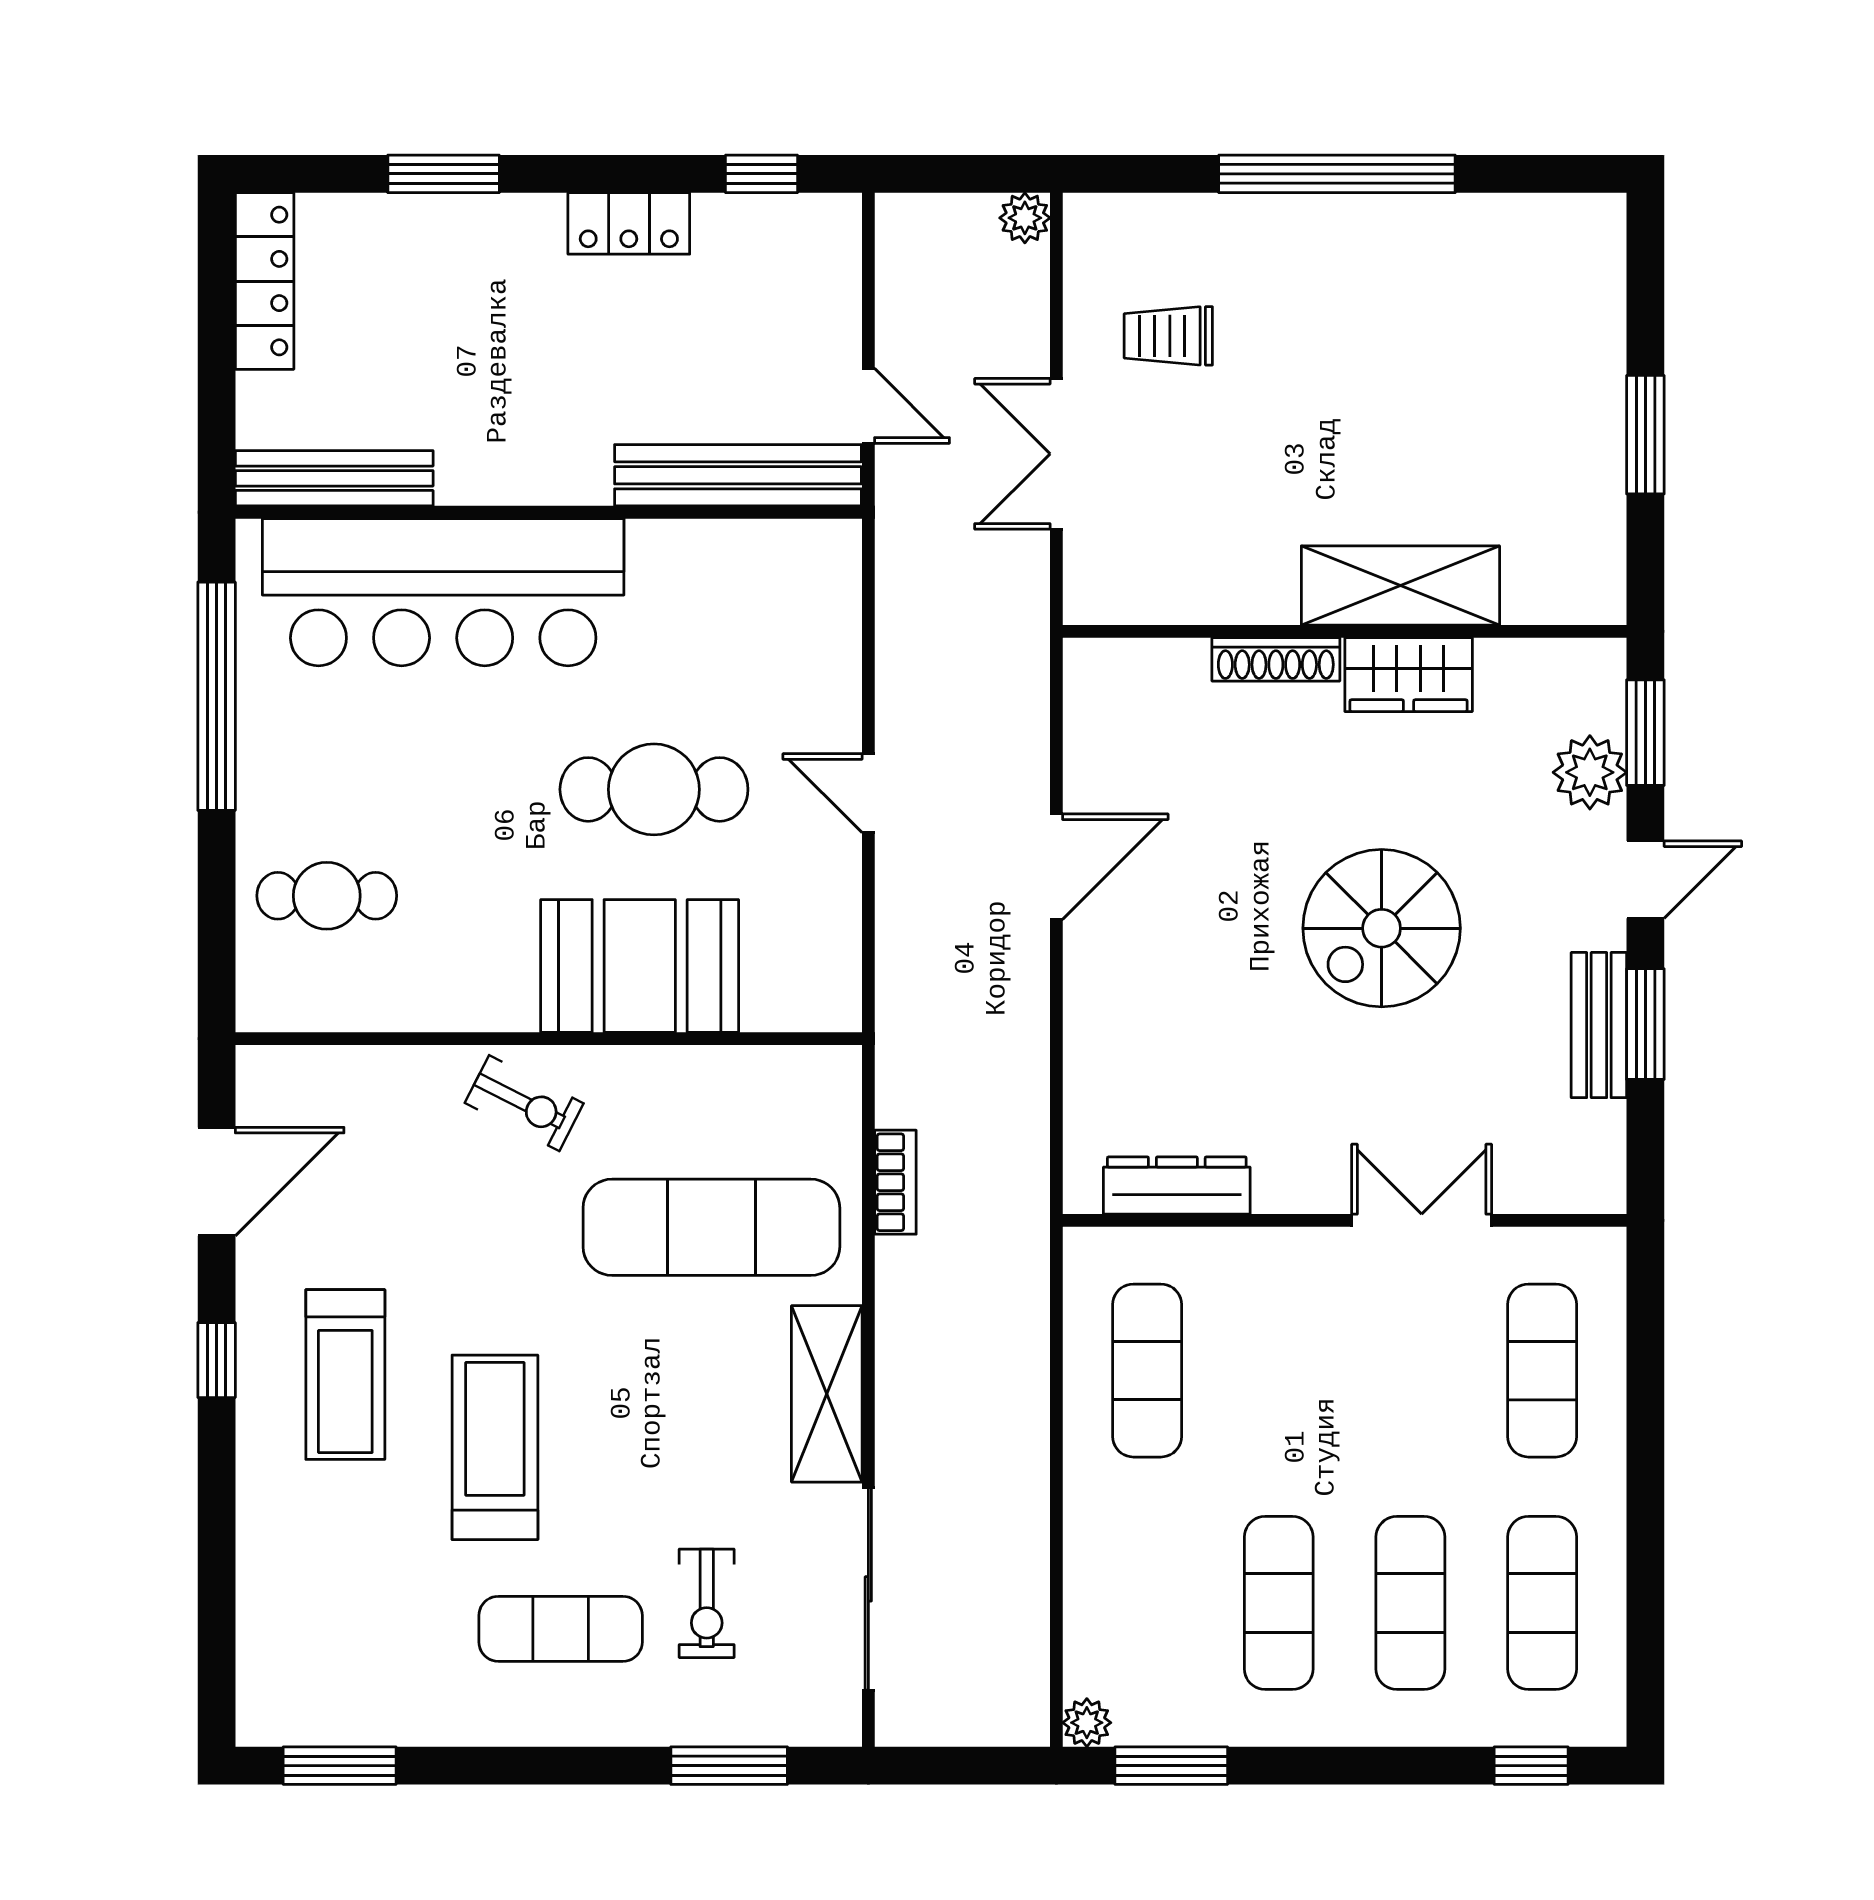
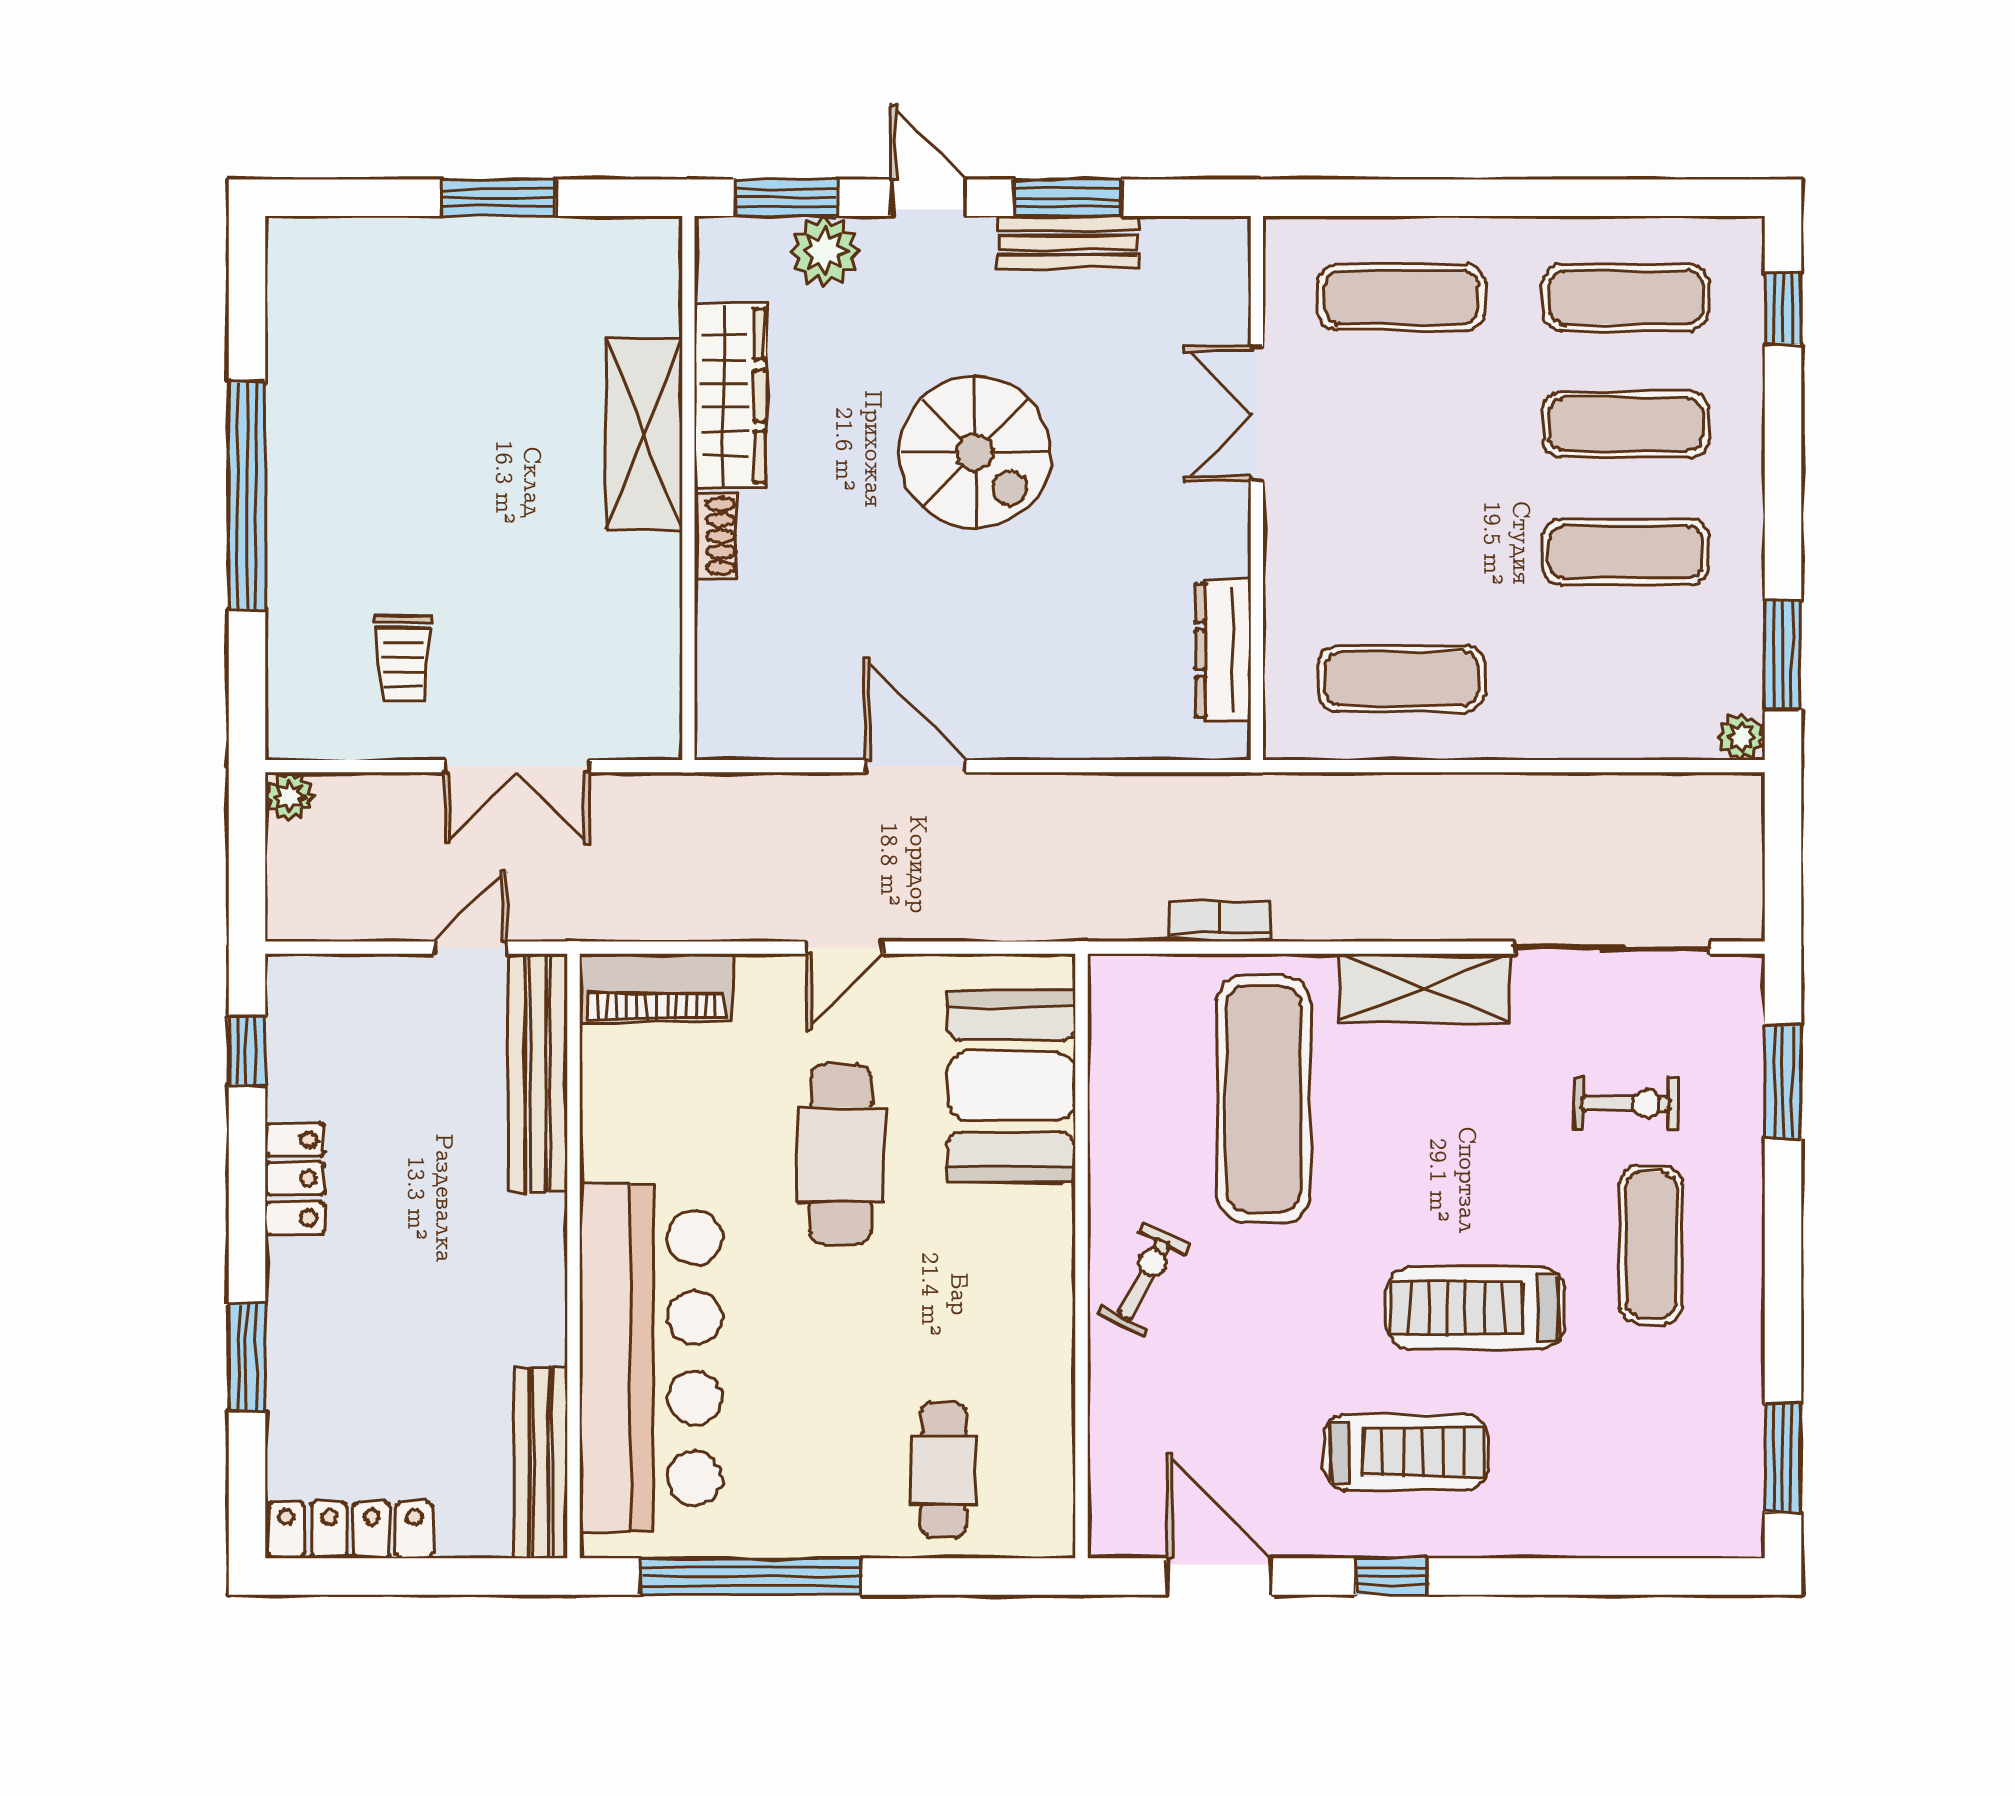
piano: (827, 598) -> (656, 988), added
shoe rack: (1276, 659) -> (715, 536), width x0.70
wardrobe: (1409, 675) -> (730, 396), width x1.50
booth: (640, 966) -> (1011, 1086), moved

